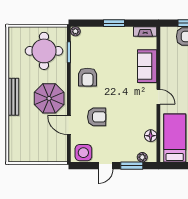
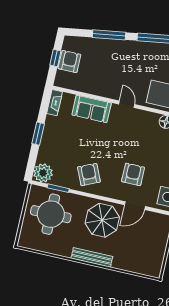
plant: (75, 31) -> (43, 173), width x1.88, depth x1.88
armchair: (87, 77) -> (89, 175), turned -114
door: (158, 97) -> (127, 104), hinge flipped

